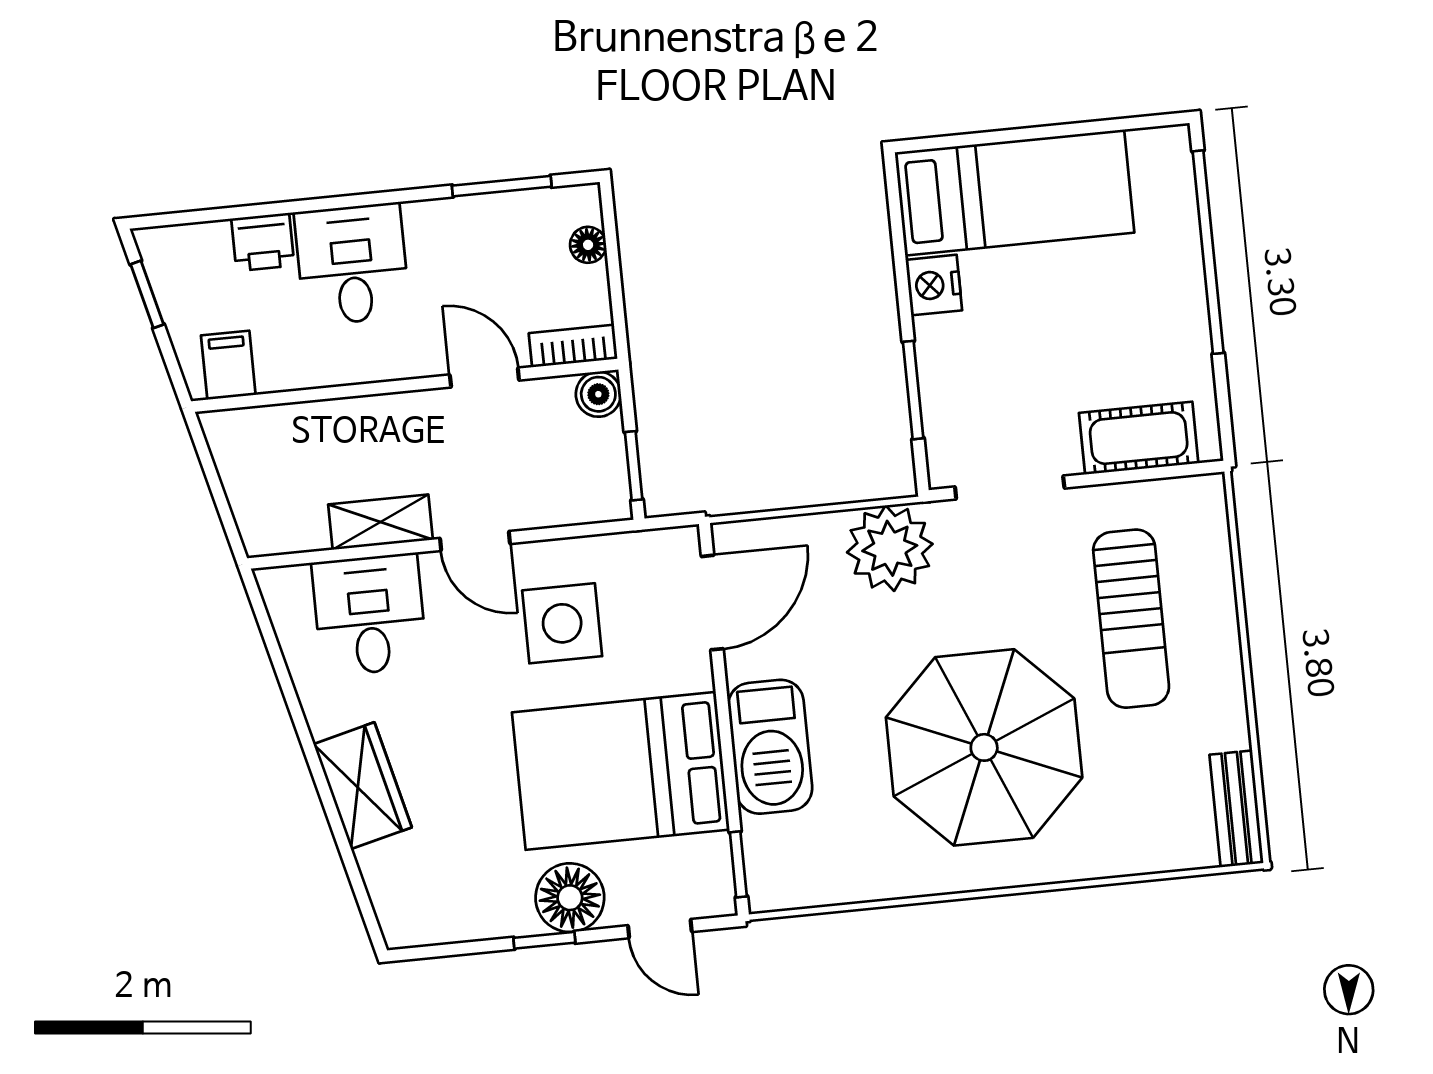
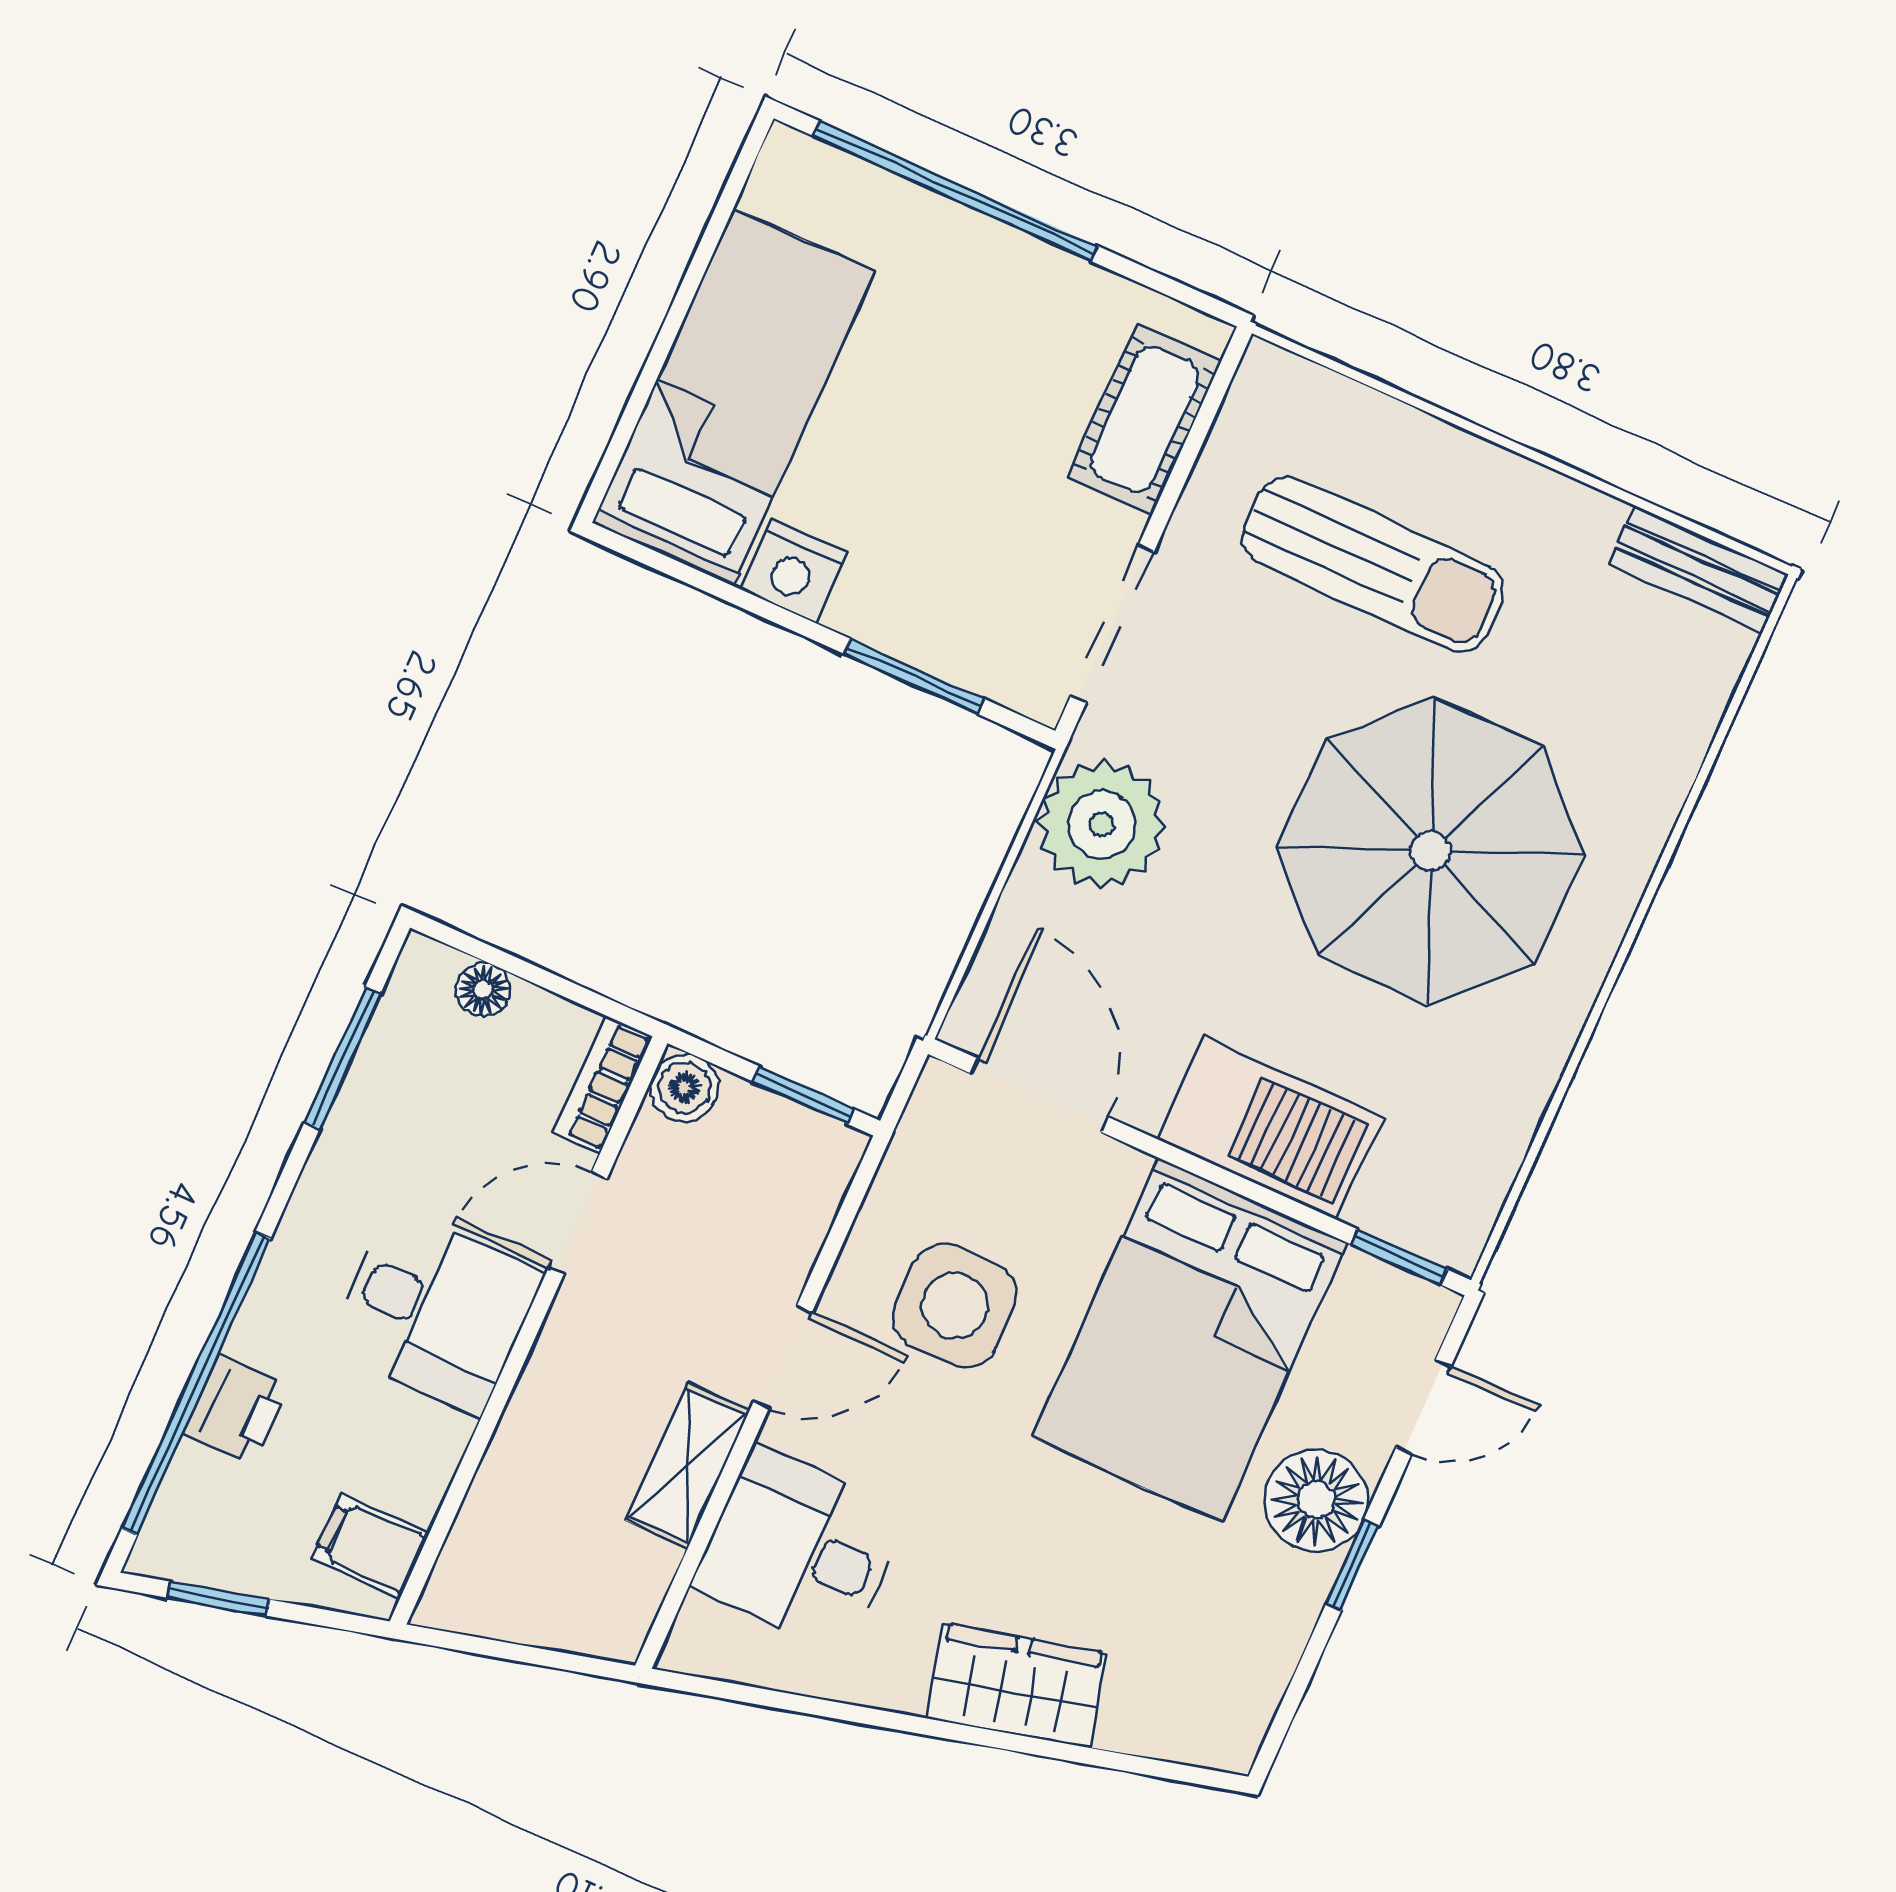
window: (264, 210) -> (196, 1383), added
desk: (352, 264) -> (435, 1311), moved, turned 180

